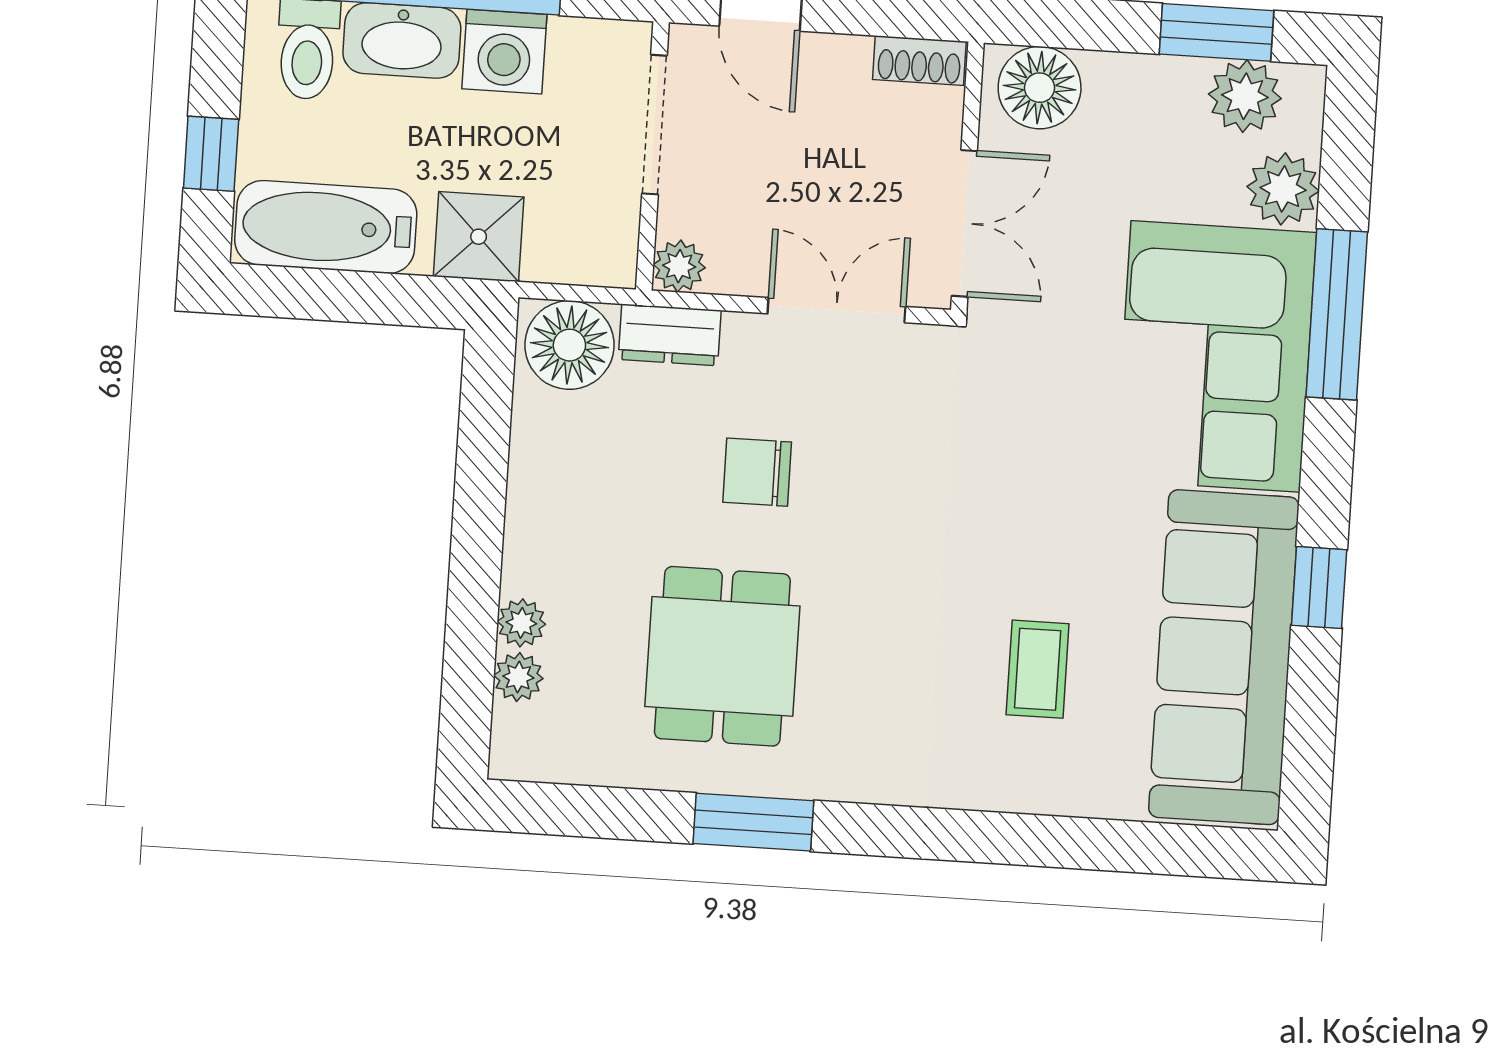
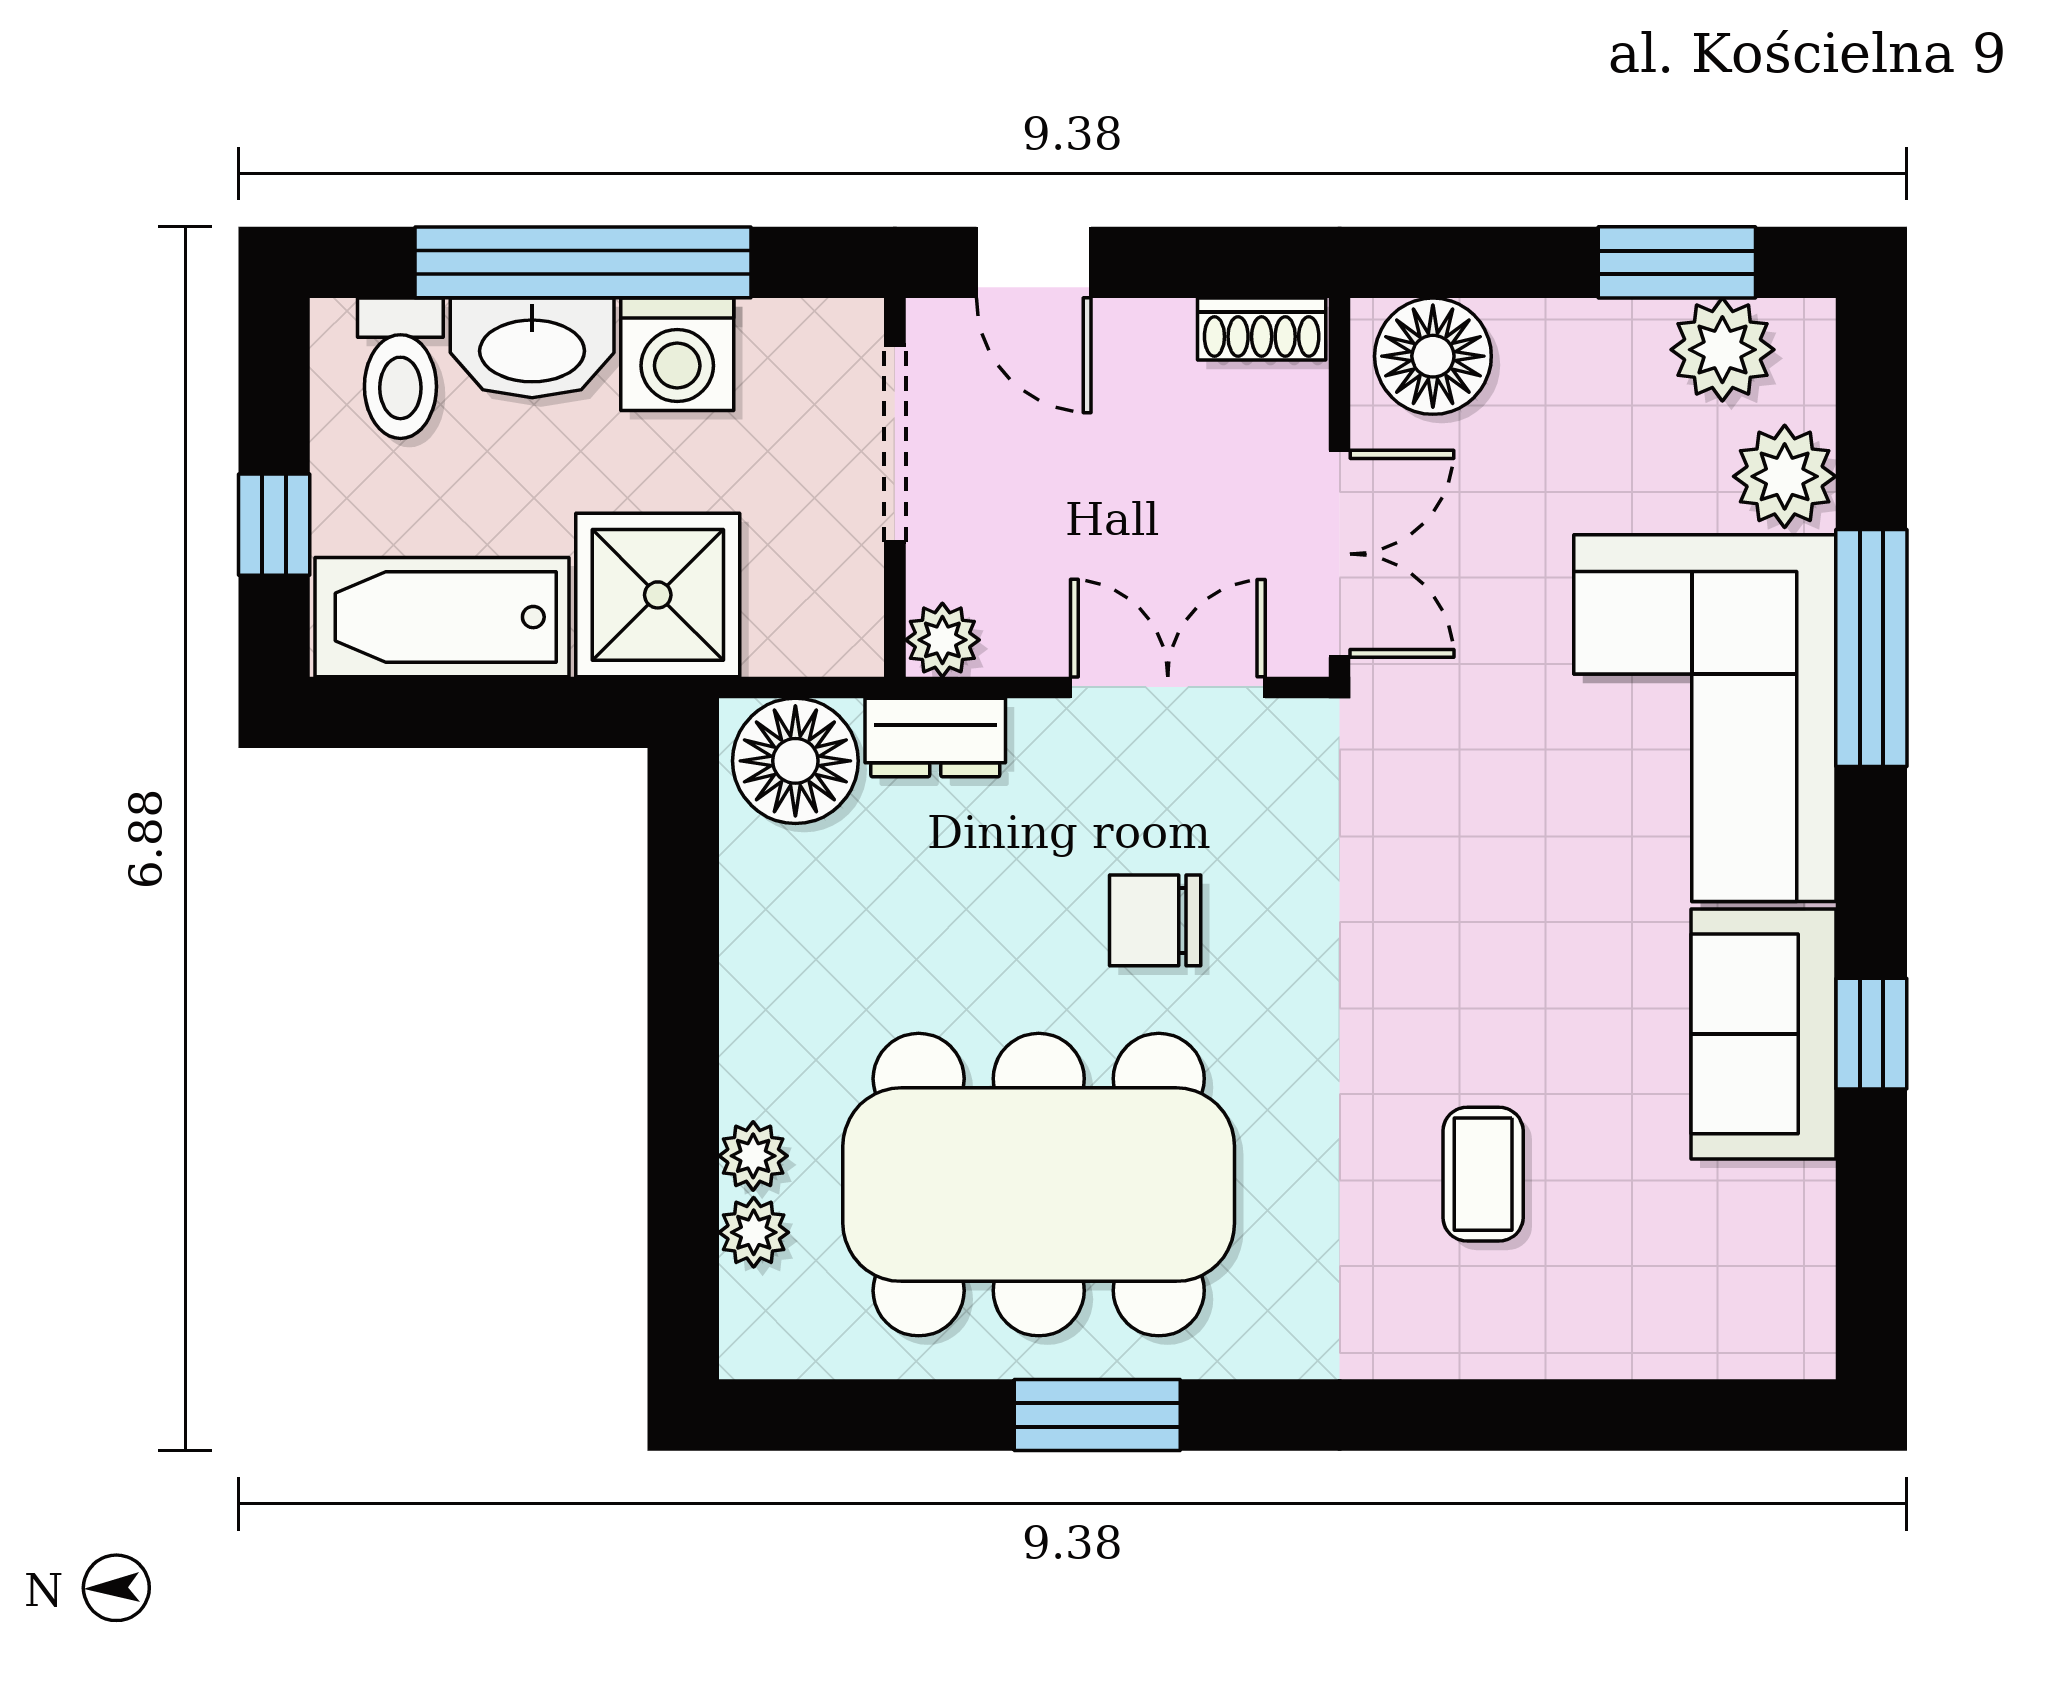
shower: (479, 237) -> (658, 595), width x1.36, depth x1.36
chair: (757, 472) -> (1155, 920), moved
dining table: (722, 656) -> (1039, 1185), width x1.88, depth x1.24
sofa: (1224, 657) -> (1763, 1034), width x0.54, depth x0.79

